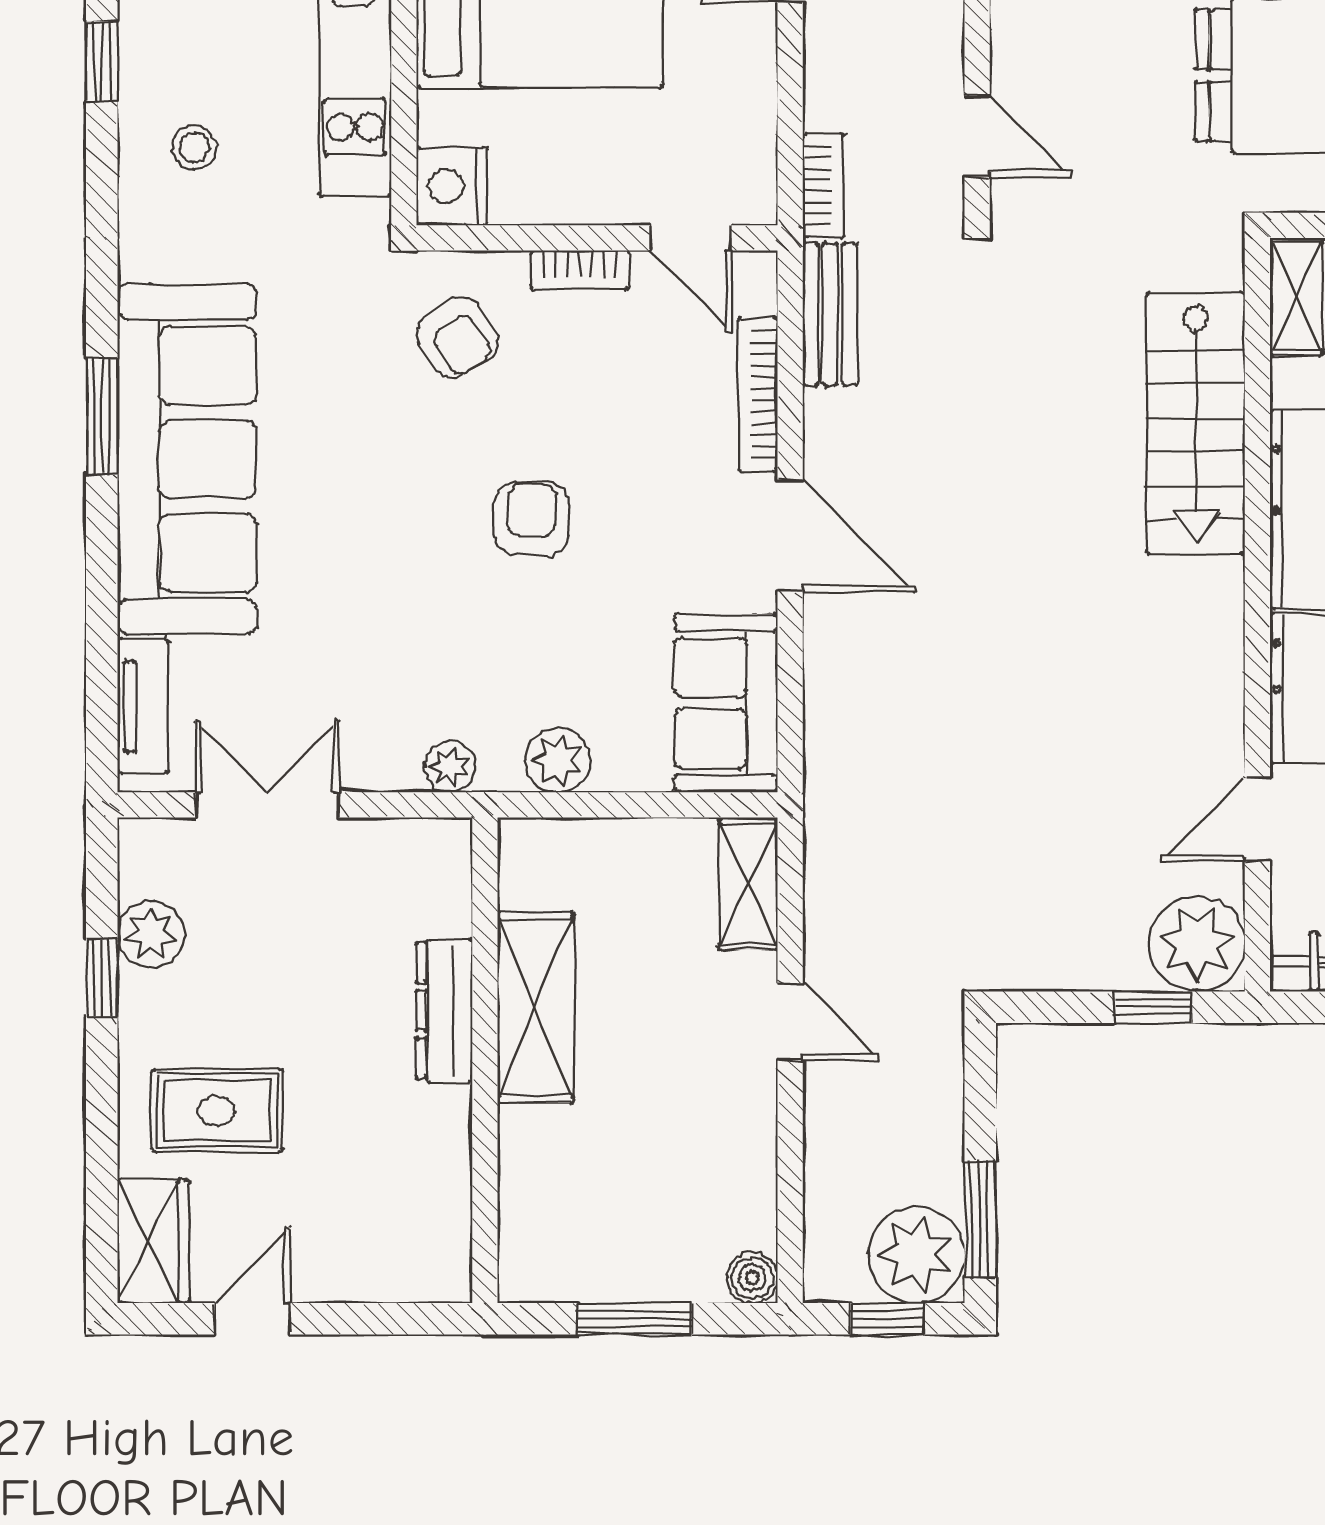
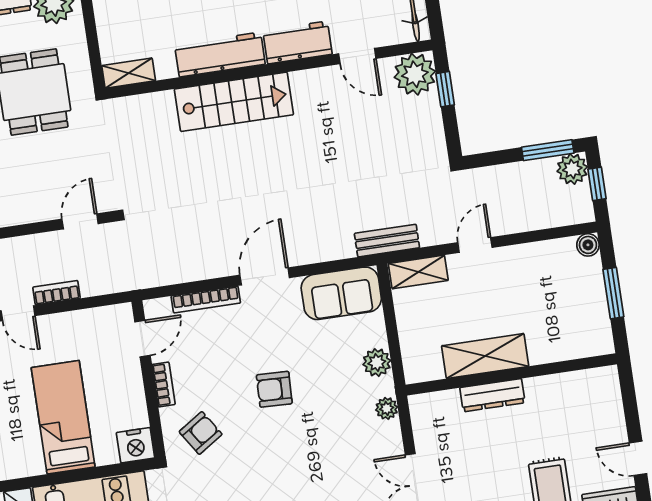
bookcase: (823, 185) -> (57, 293), moved
bench: (830, 314) -> (387, 241), moved
stairs: (1196, 423) -> (234, 102), moved
plant: (916, 1255) -> (572, 169), width x0.73, depth x0.73

